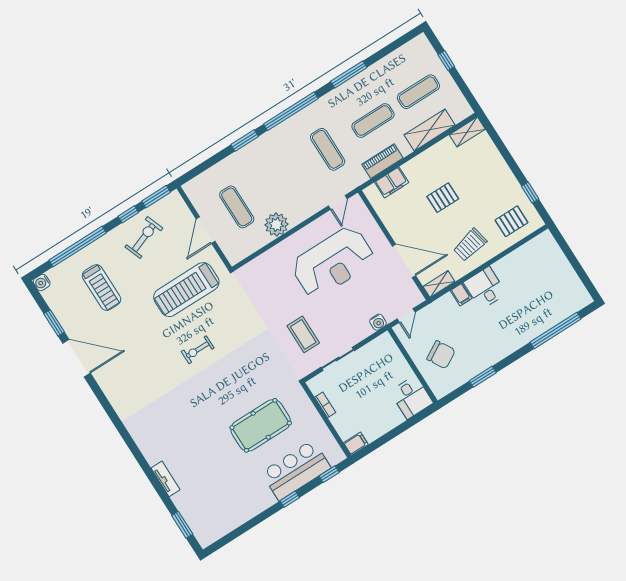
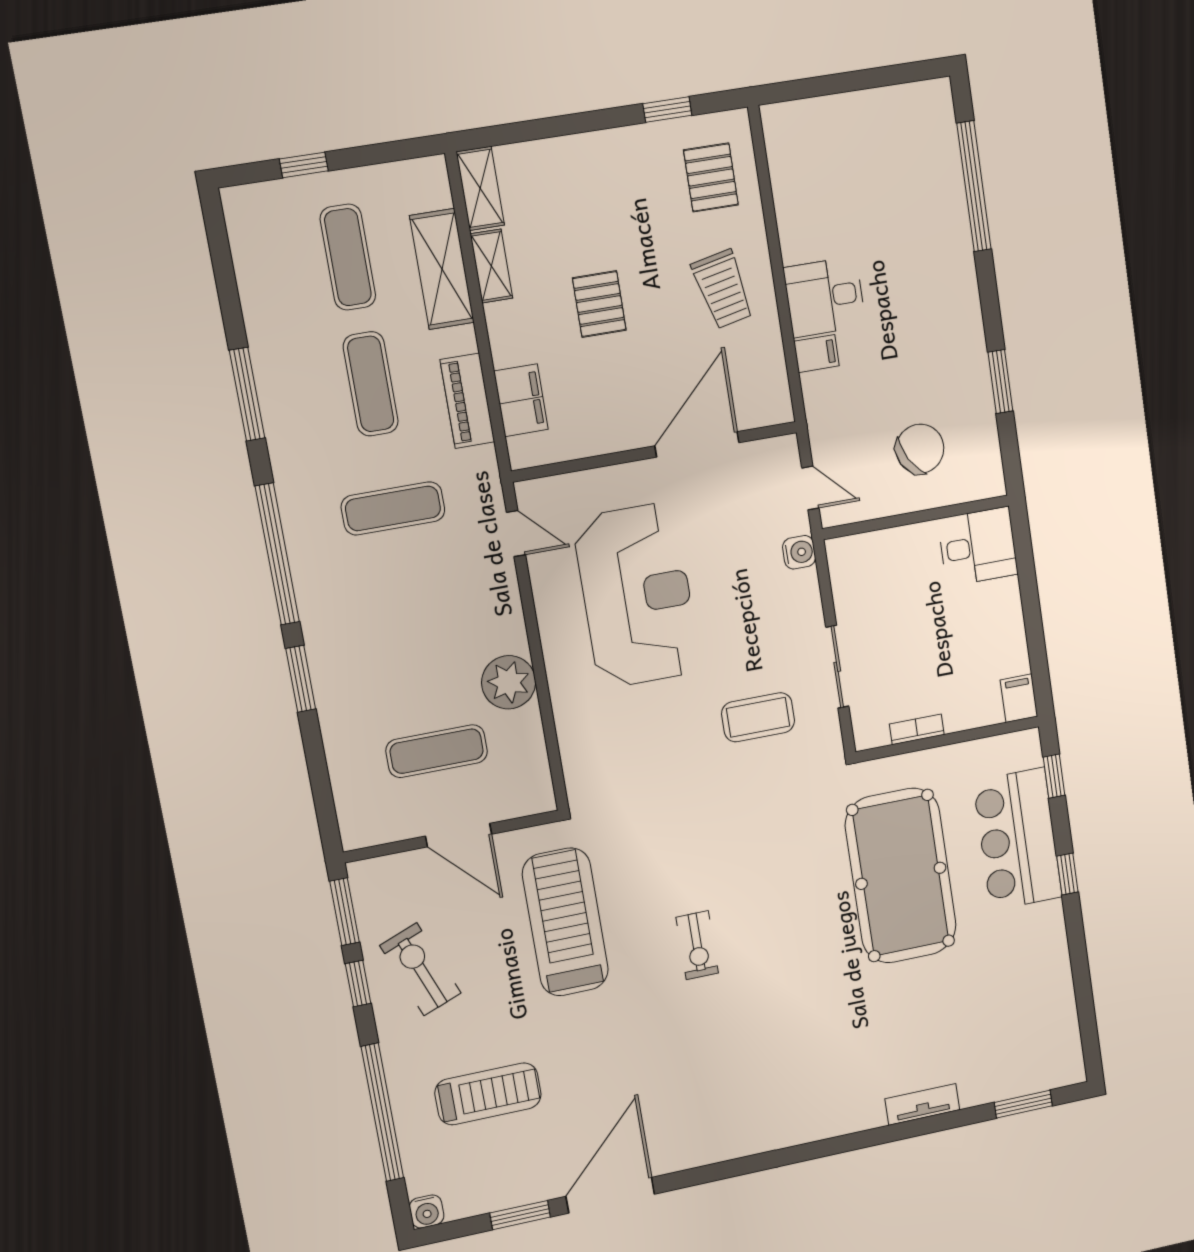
shelving: (439, 284) -> (491, 266), moved
treadmill: (186, 290) -> (565, 922), turned 180
pool table: (261, 425) -> (901, 876), width x1.36, depth x1.32

